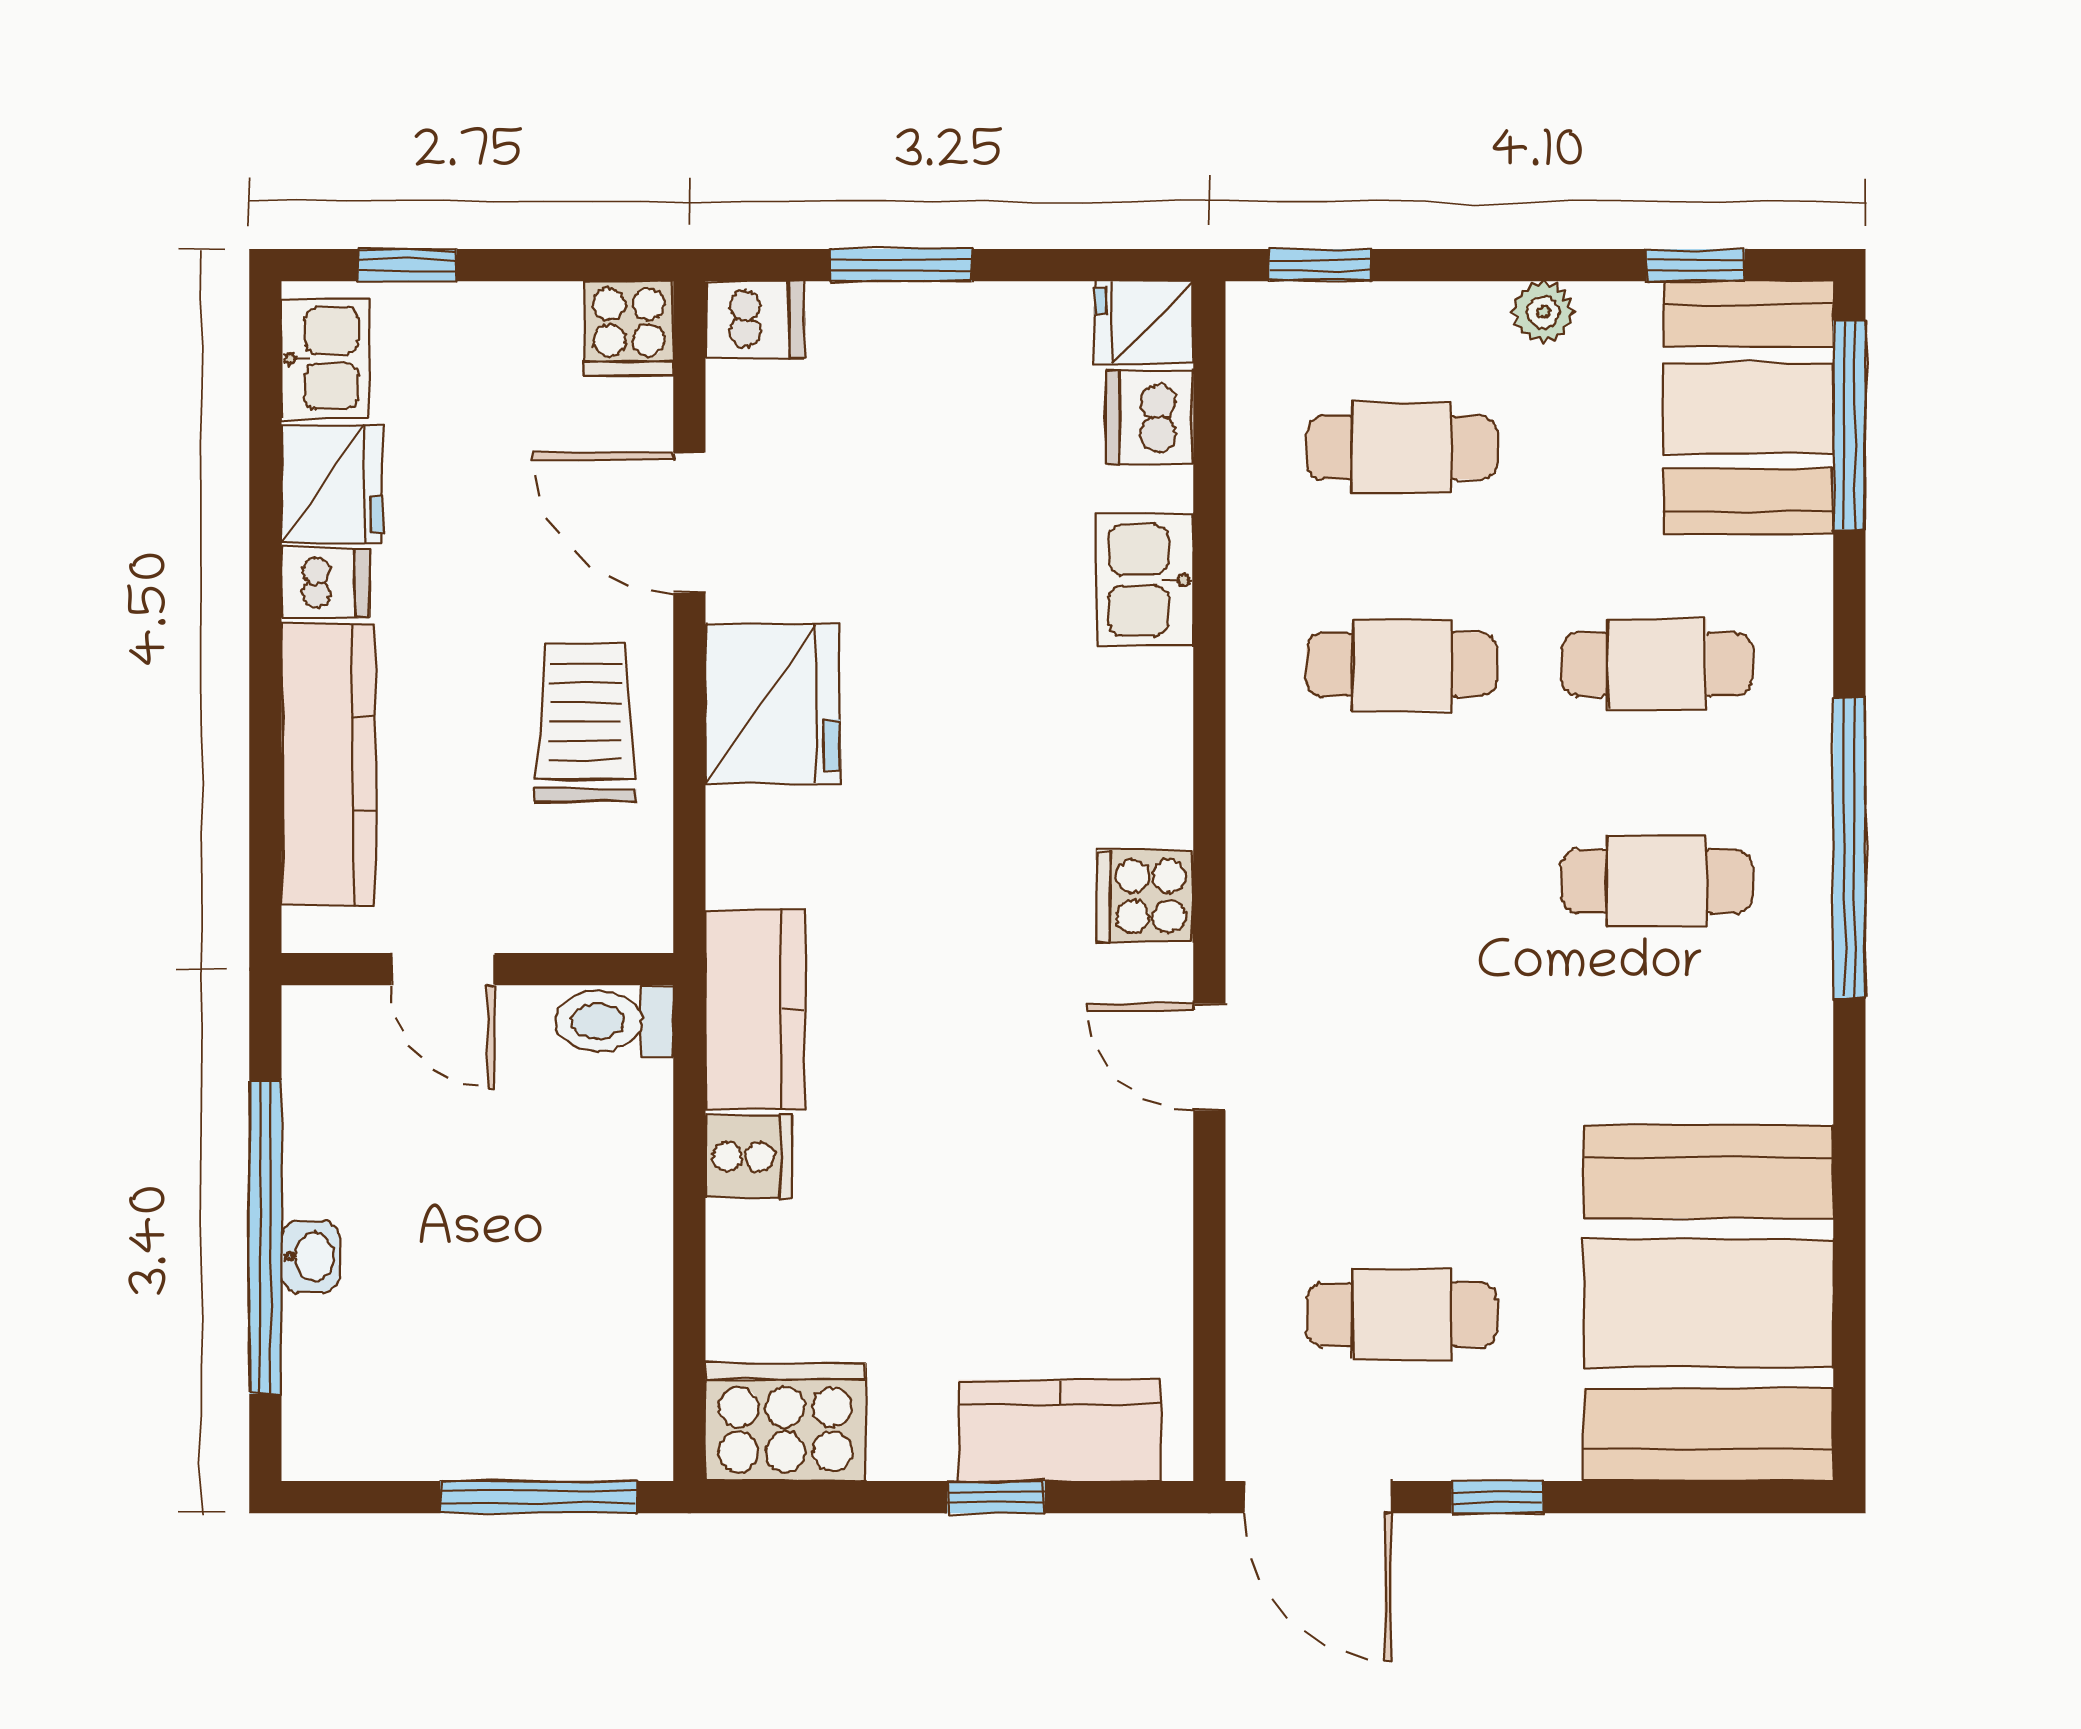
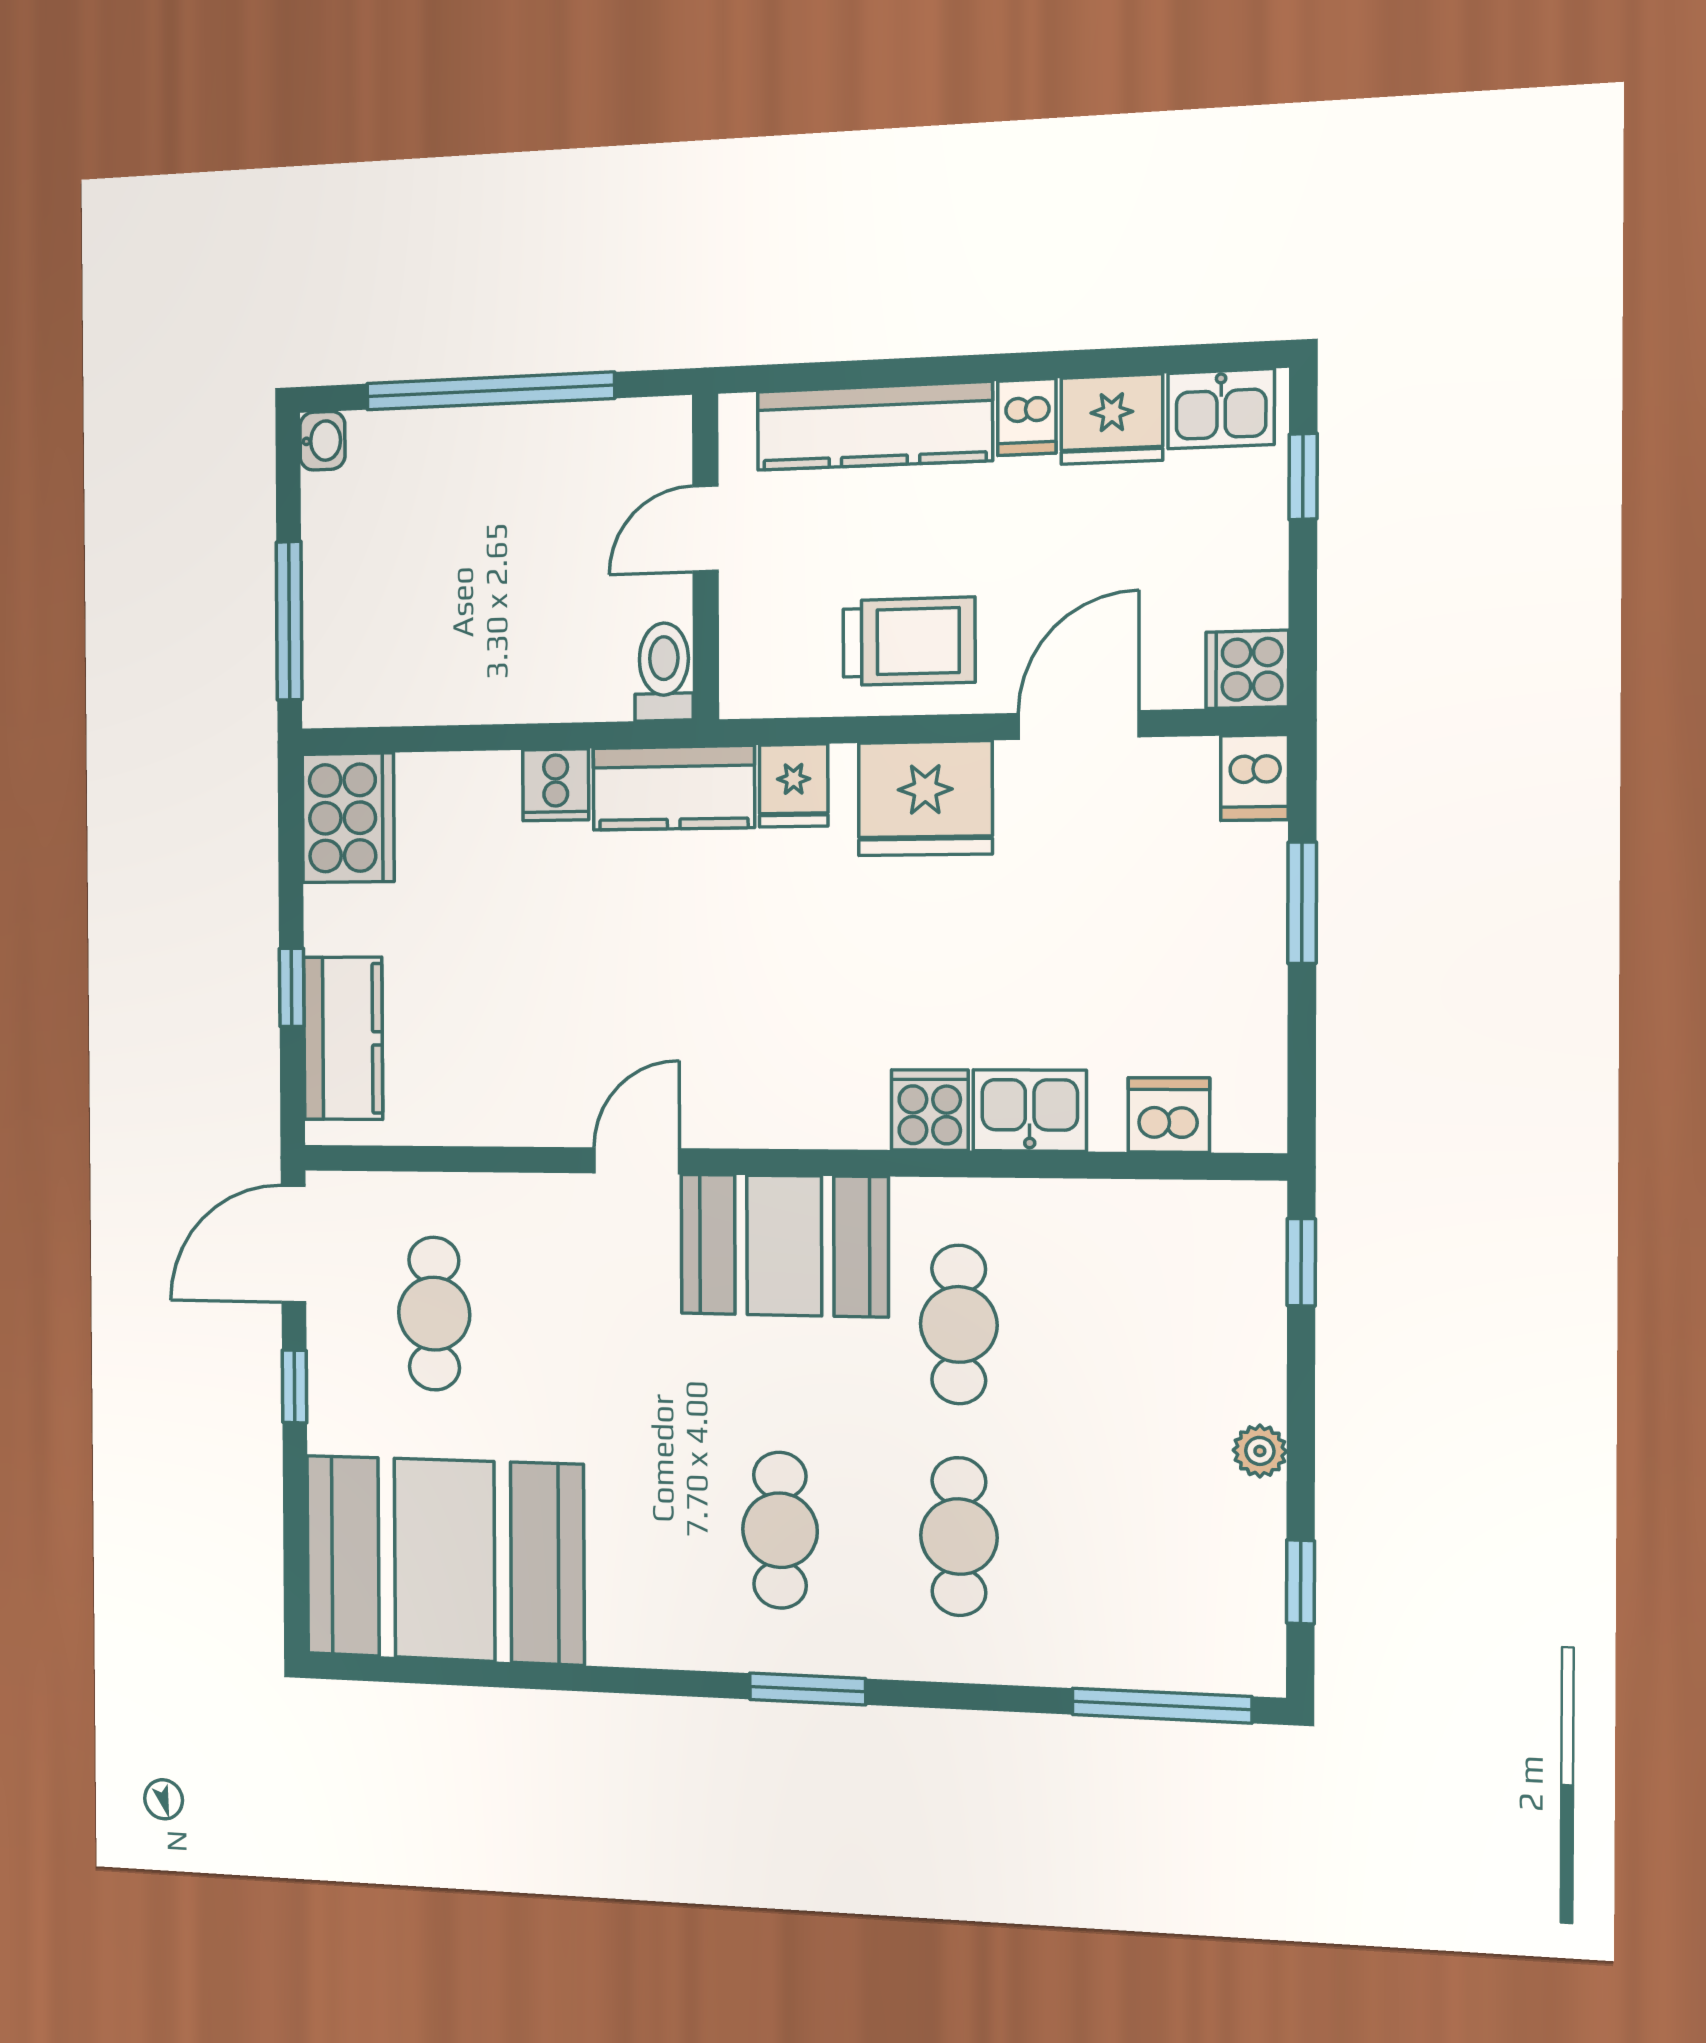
fridge: (1144, 323) -> (794, 786), moved, turned 180
booth: (1749, 408) -> (784, 1245), moved
cafe table: (1402, 448) -> (1143, 1328), removed
window: (1849, 848) -> (807, 1689), width x0.47
cooker: (1145, 896) -> (930, 1110), moved
washbasin: (310, 1257) -> (322, 441), moved, turned -90

